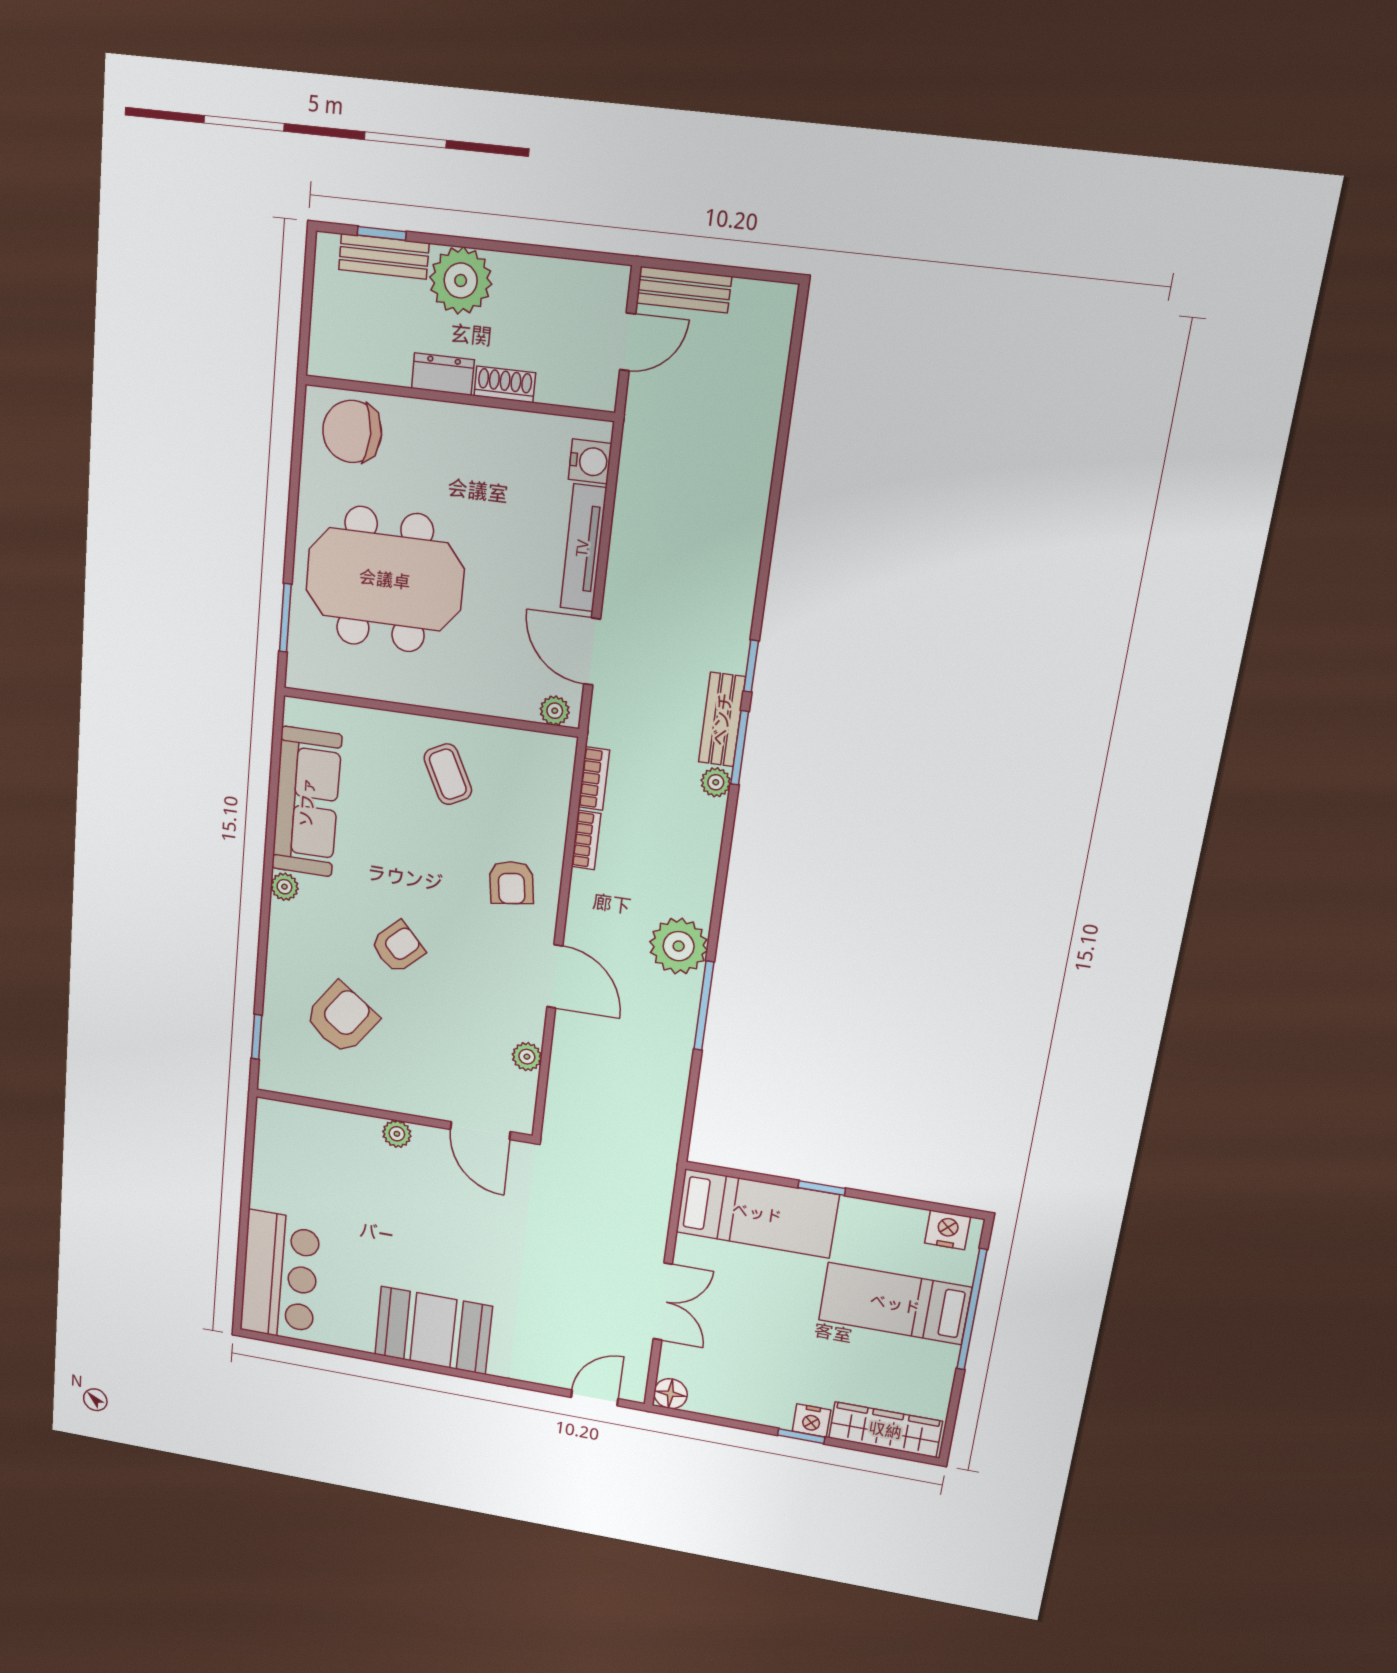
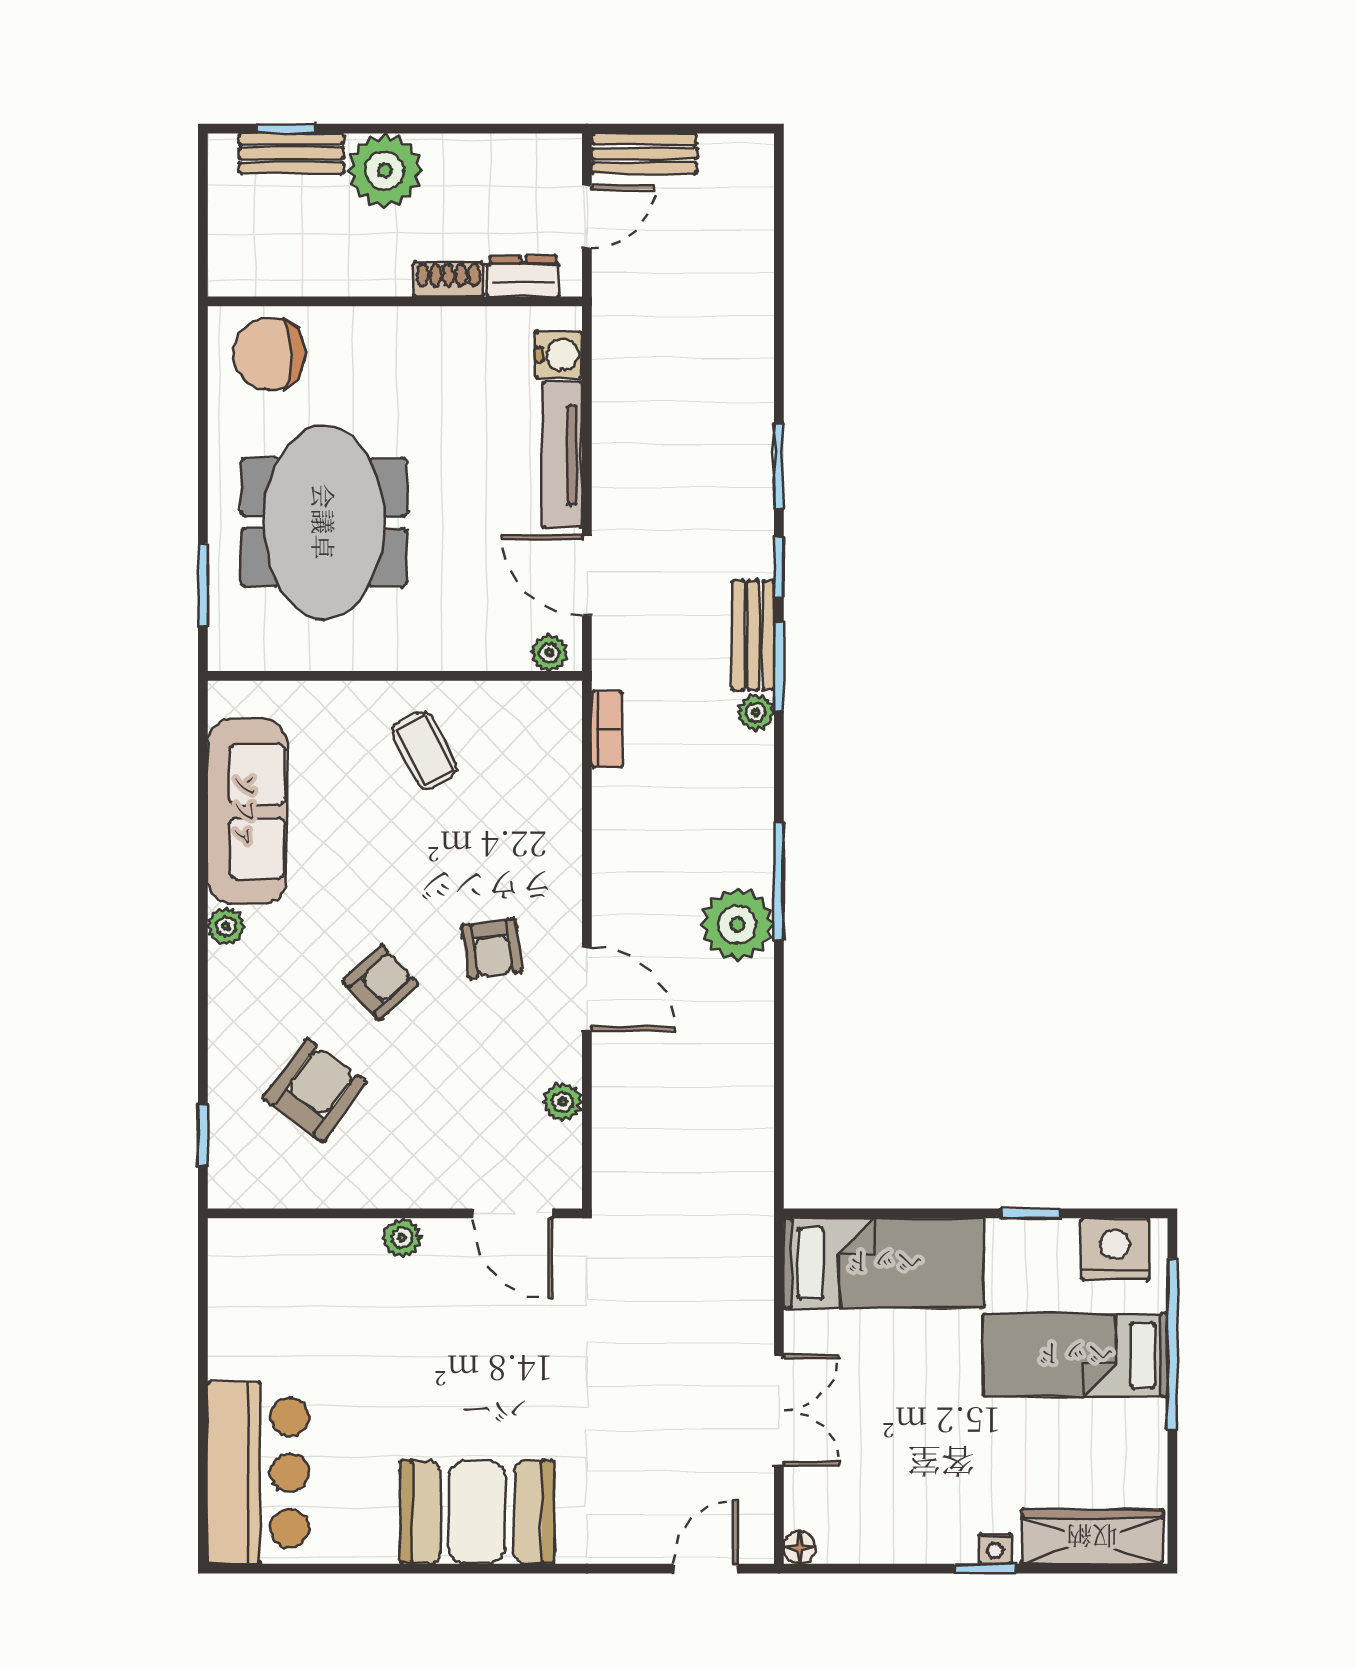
dresser: (443, 374) -> (523, 276), moved
meeting table: (385, 579) -> (324, 522), turned 90
window: (763, 581) -> (779, 466), added
bookcase: (586, 840) -> (606, 807), removed
armchair: (511, 883) -> (492, 948), moved
window: (704, 1006) -> (779, 881), moved
window: (822, 1188) -> (1031, 1213), moved
nightstand: (948, 1230) -> (1115, 1249), width x1.36, depth x1.33
floor lamp: (670, 1394) -> (800, 1548), width x0.73, depth x0.73
nightstand: (811, 1421) -> (995, 1549), width x0.72, depth x0.74

